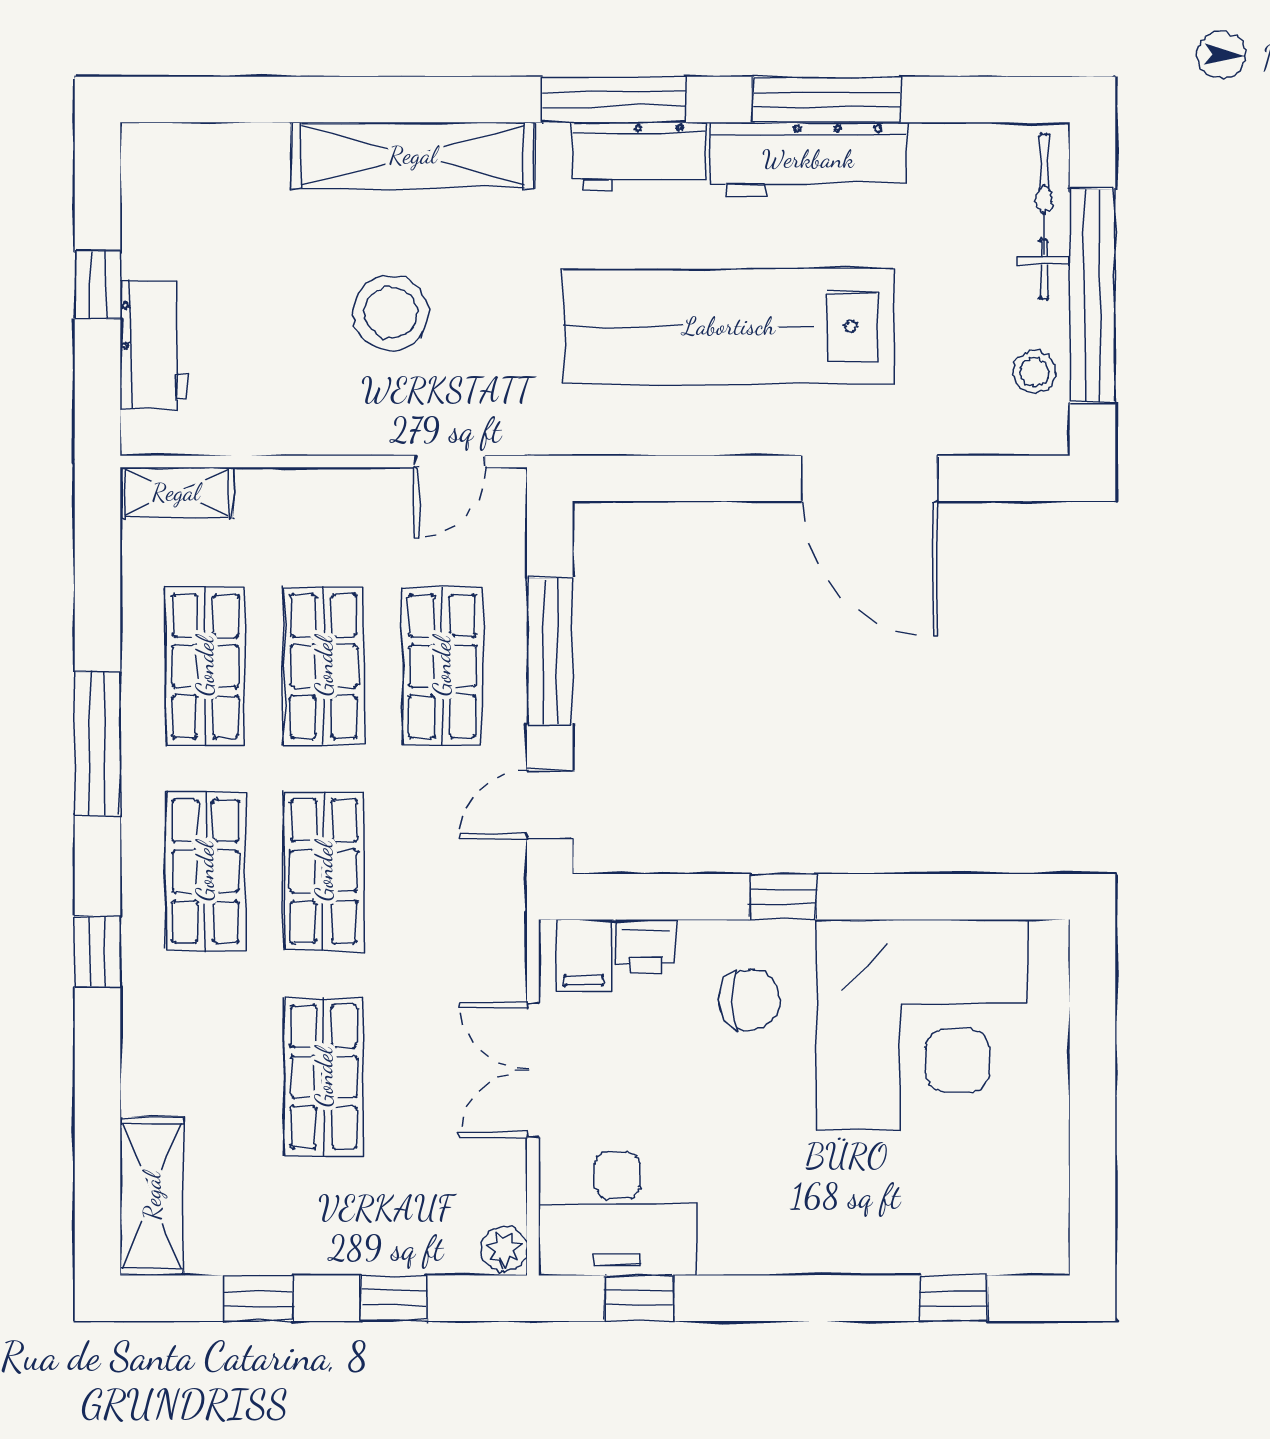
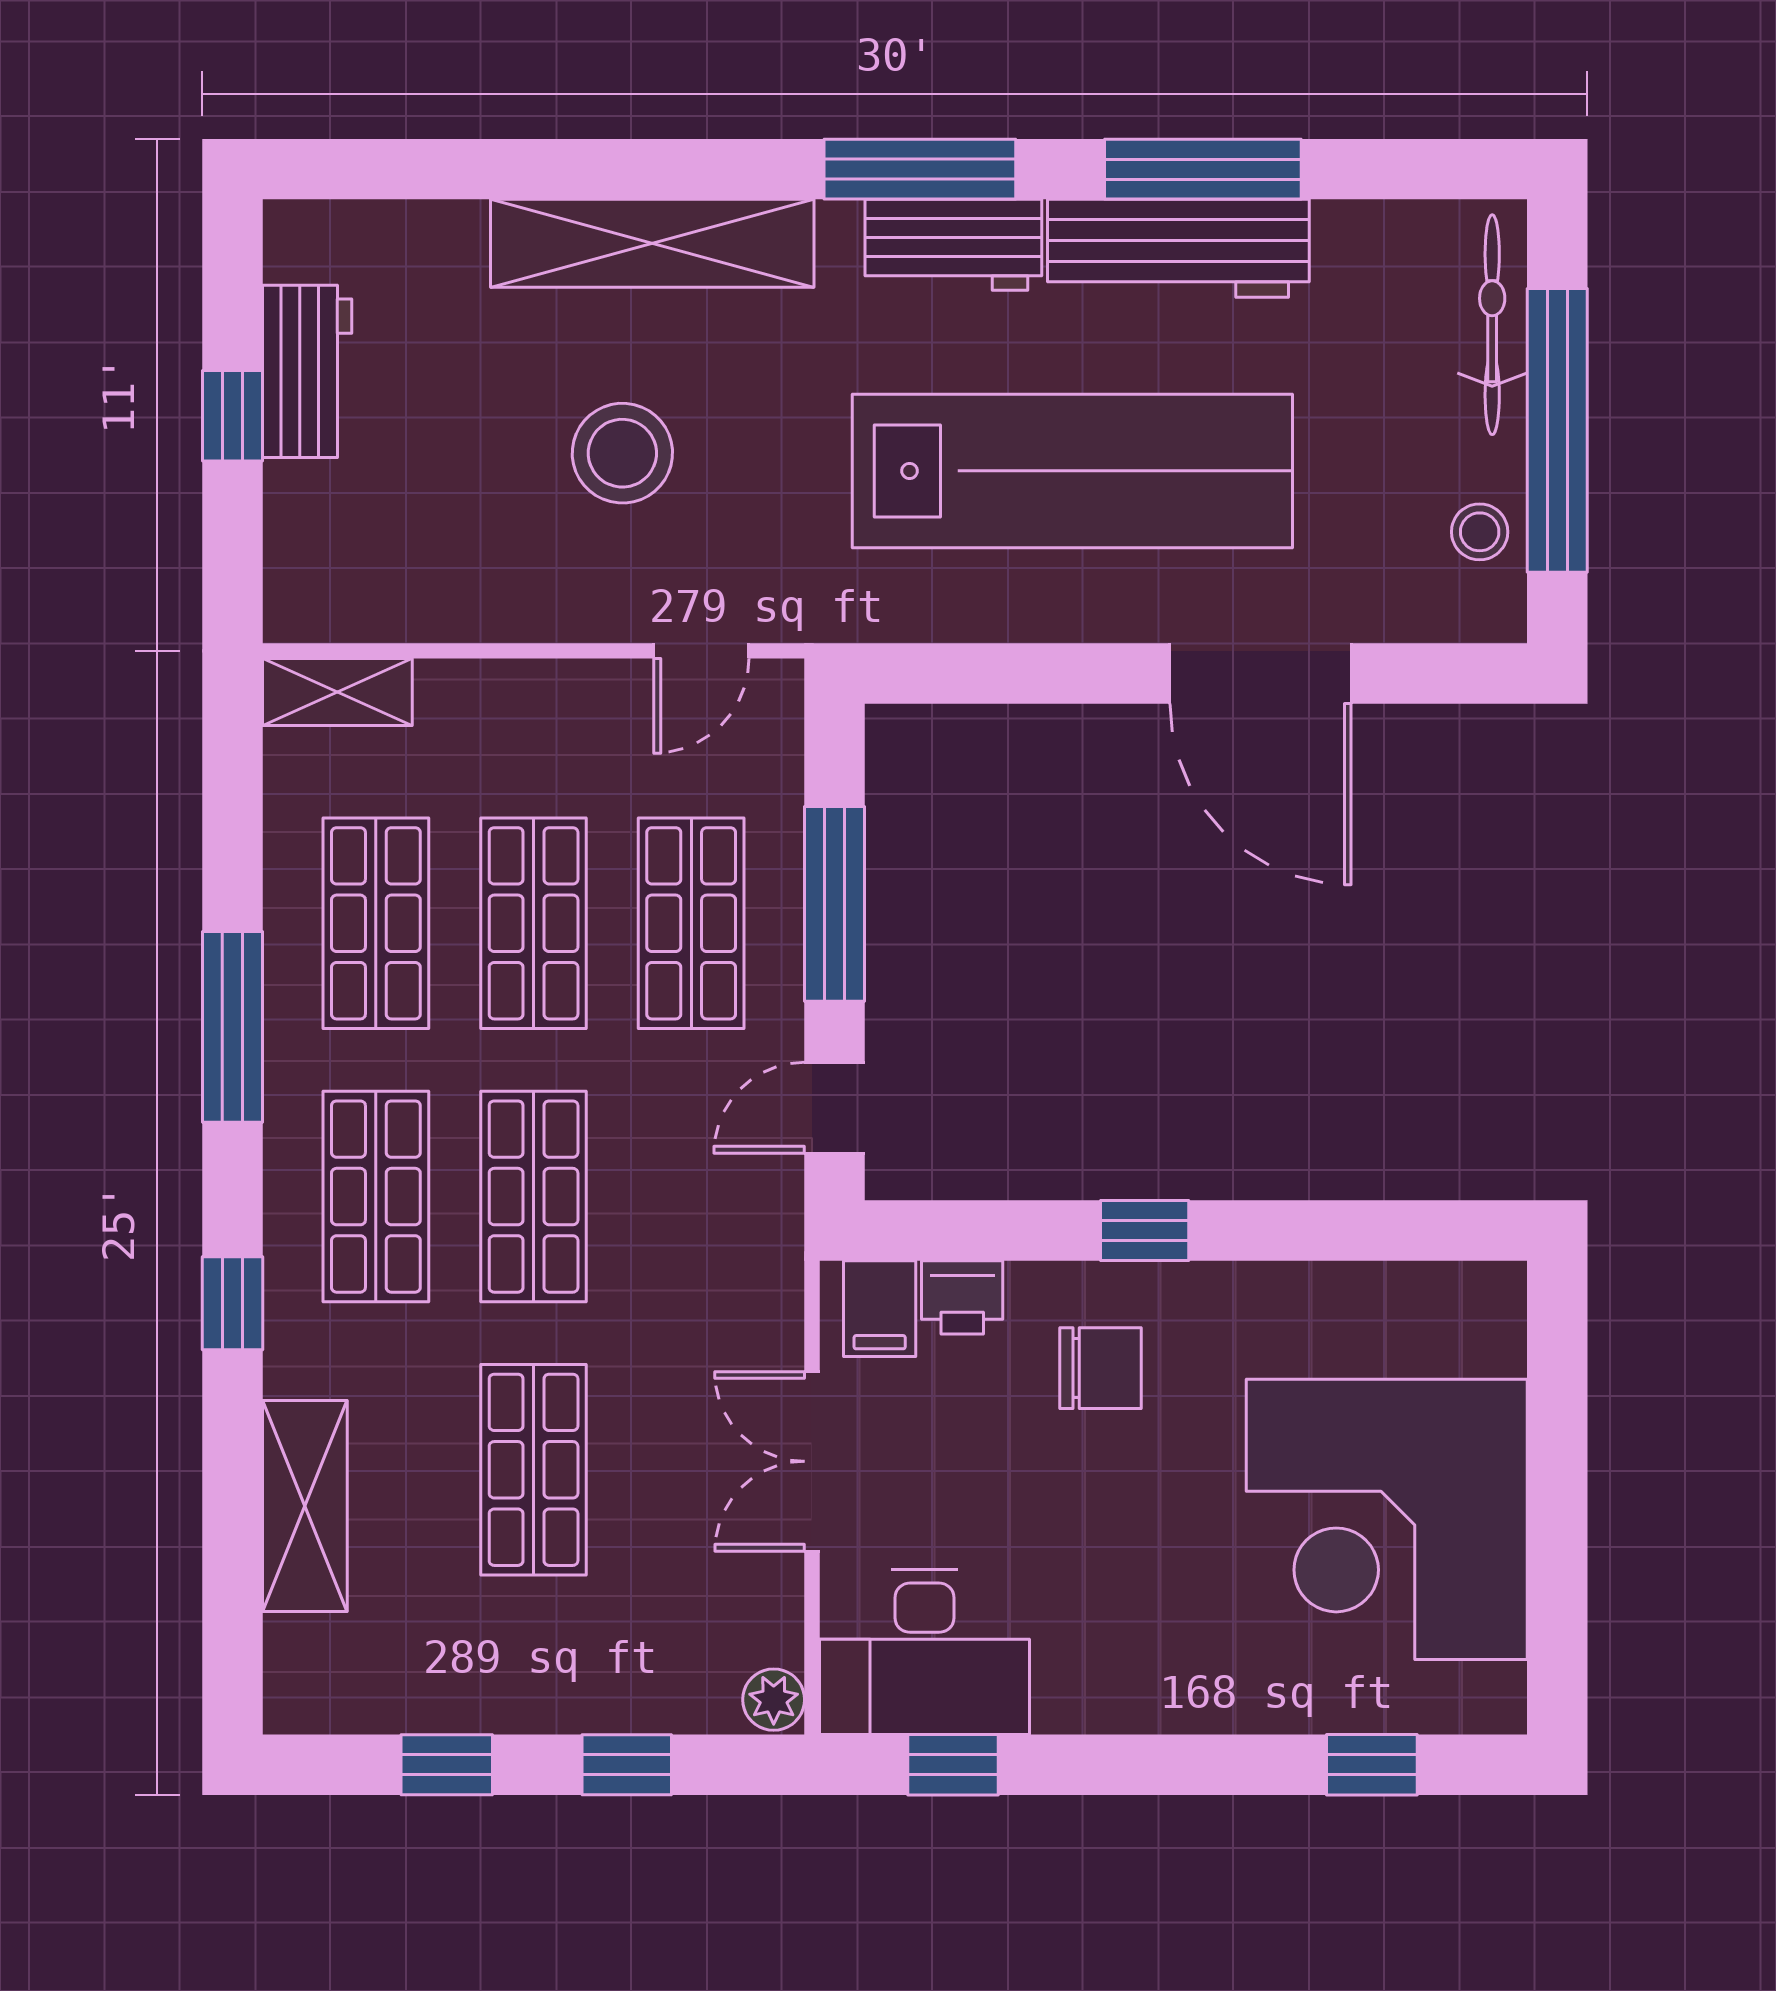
lab bench: (729, 326) -> (1072, 471), turned 180
workbench: (154, 345) -> (307, 371), moved
corner desk: (922, 1025) -> (1387, 1519), moved, turned 90
shelving: (152, 1196) -> (305, 1506), moved

